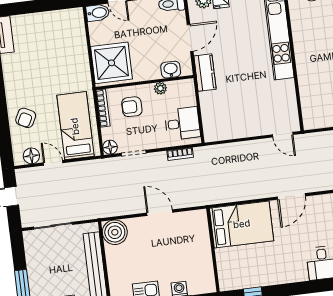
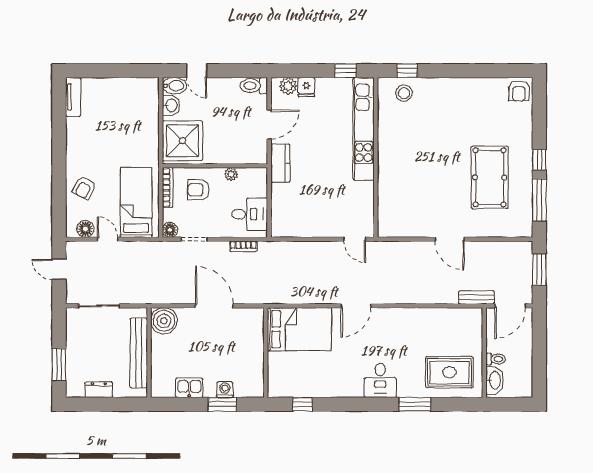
washbasin: (171, 70) -> (171, 105), moved, turned 90
door: (160, 213) -> (214, 306), width x1.36

